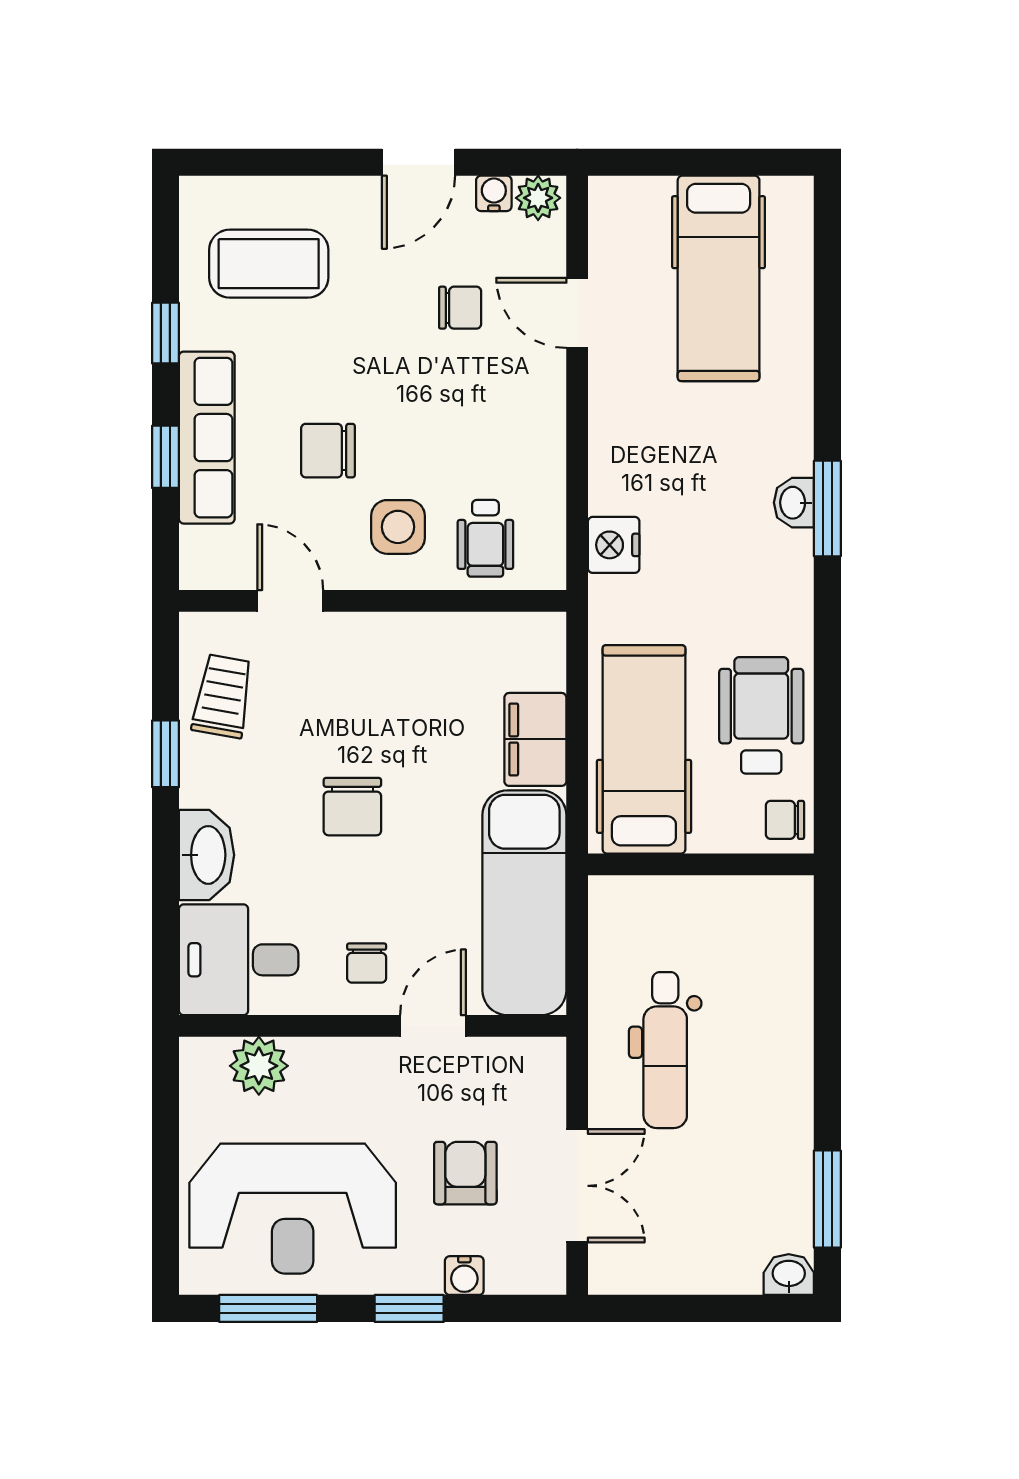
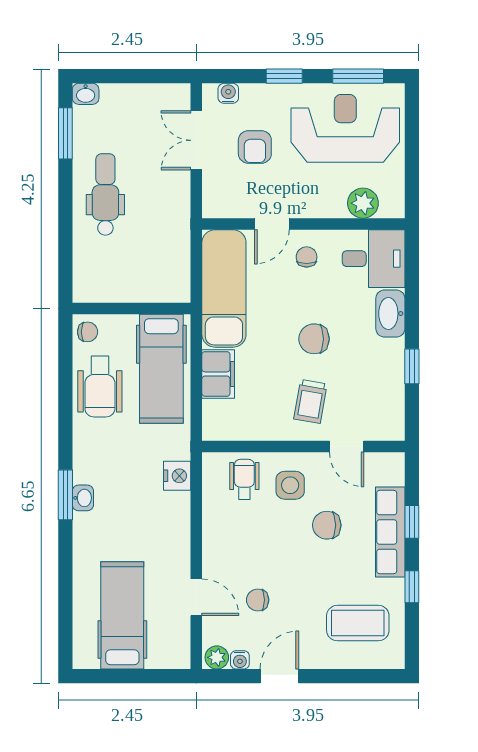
chair: (328, 451) -> (327, 525), turned 180
trolley: (223, 696) -> (310, 401), moved
chair: (352, 807) -> (314, 339), turned -90
dental chair: (665, 1050) -> (105, 194), moved
water cooler: (464, 1276) -> (228, 93), moved

